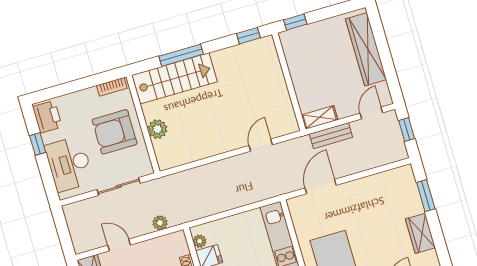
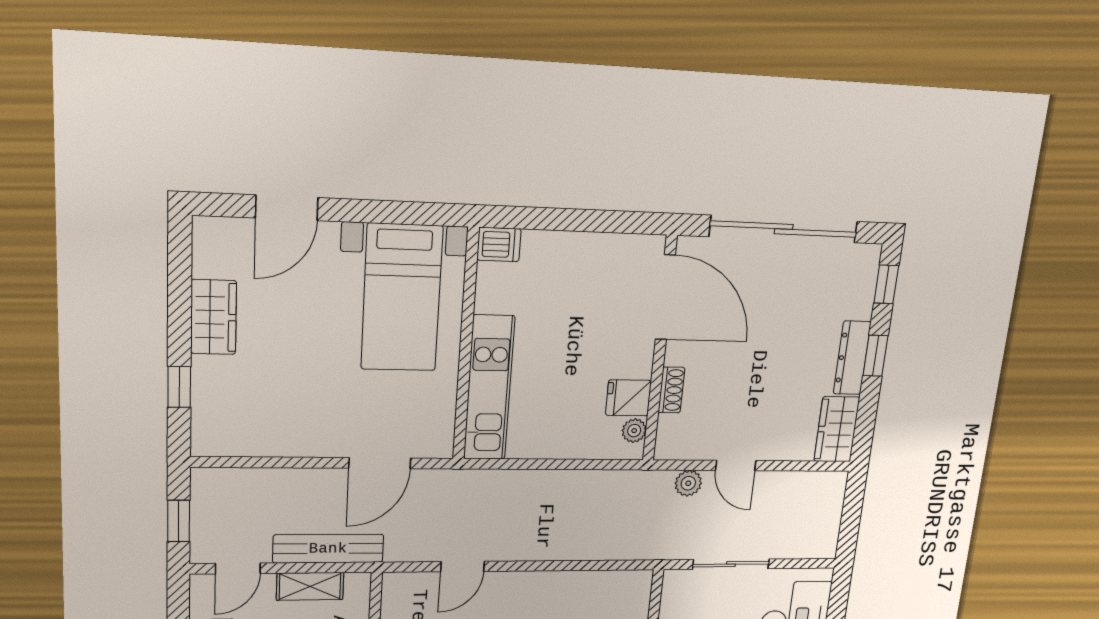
shelving: (320, 117) -> (310, 586), moved
bench: (331, 136) -> (328, 549), width x1.36
window: (426, 196) -> (179, 387), width x0.67
door: (119, 245) -> (736, 465), moved

